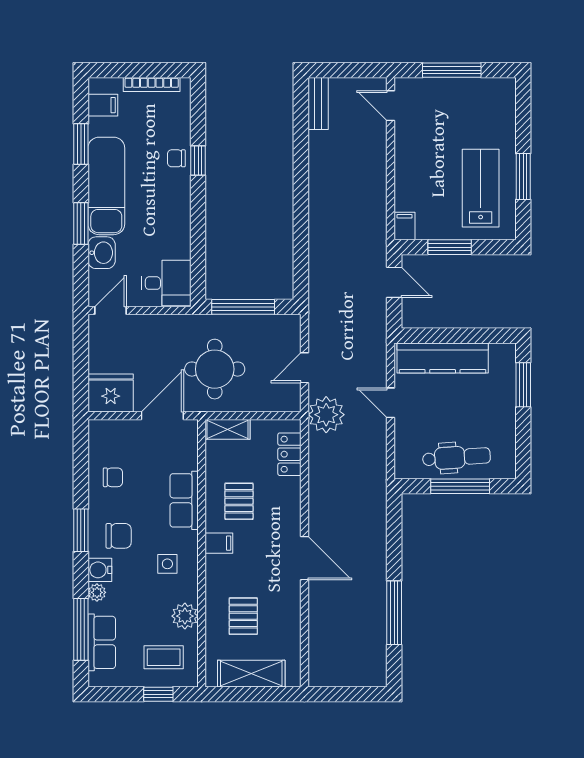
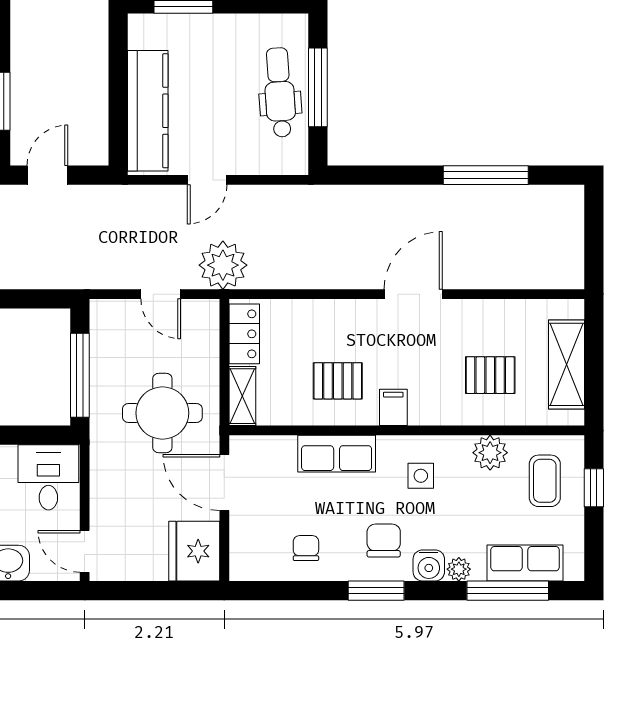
locker: (289, 454) -> (244, 334), moved, turned -90

